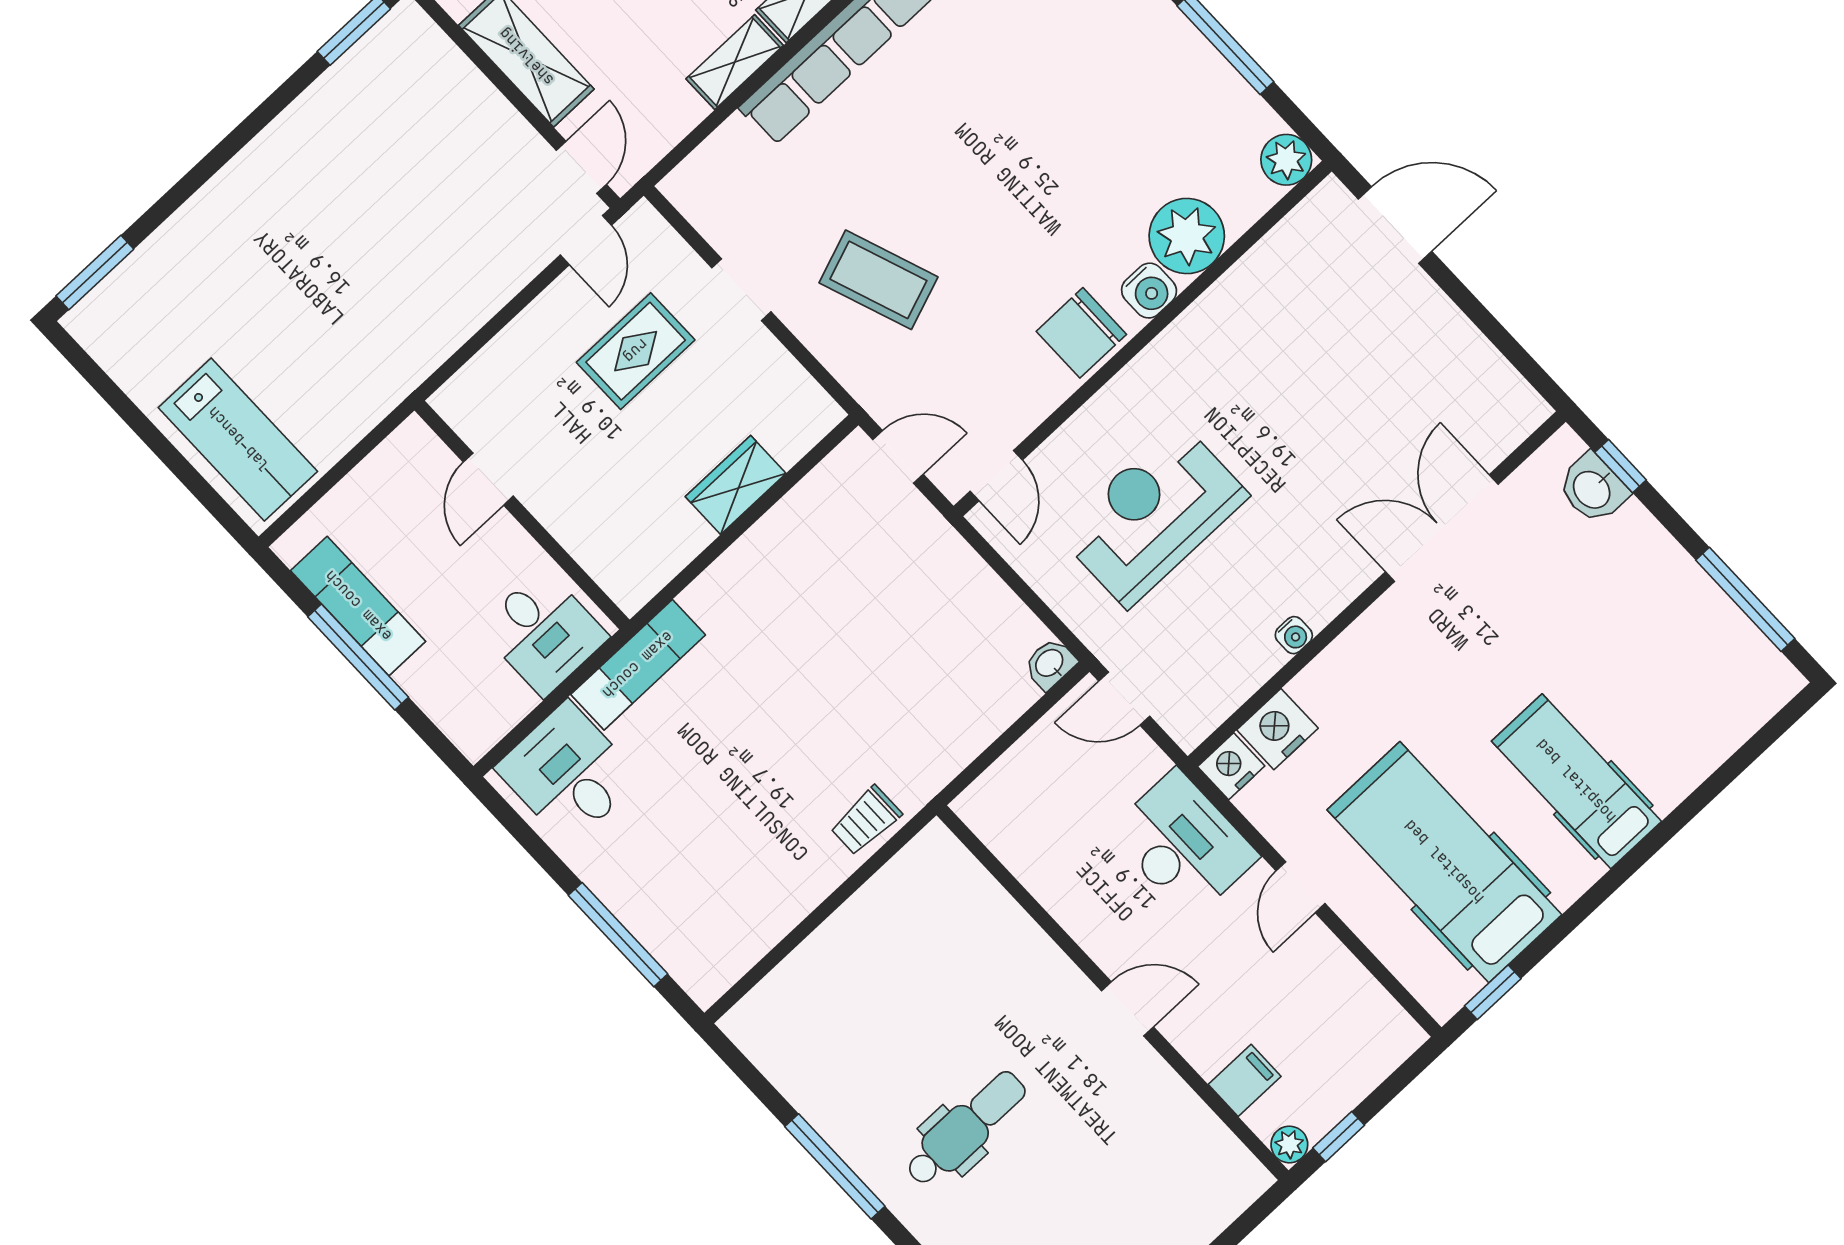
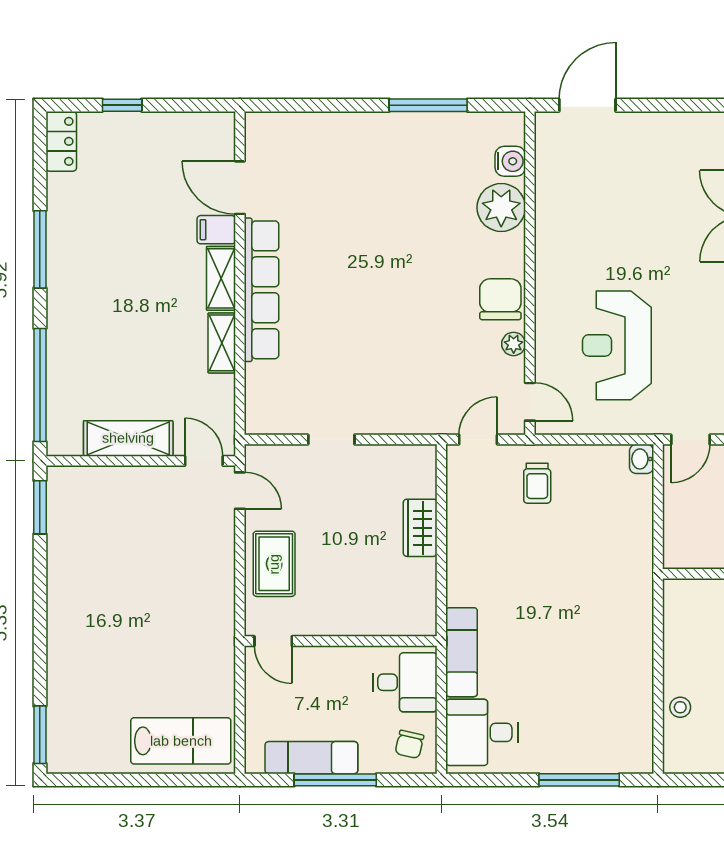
plant: (1286, 160) -> (514, 344), moved, width x0.73, depth x0.73
coffee table: (878, 280) -> (387, 371), removed
water cooler: (1149, 291) -> (510, 161), moved
chair: (1081, 333) -> (500, 299), turned 180
rug: (636, 351) -> (274, 564), moved
door: (488, 479) -> (273, 641), moved
chair: (478, 704) -> (409, 744), added
trolley: (866, 820) -> (537, 483), moved
stool: (808, 972) -> (680, 707), added

